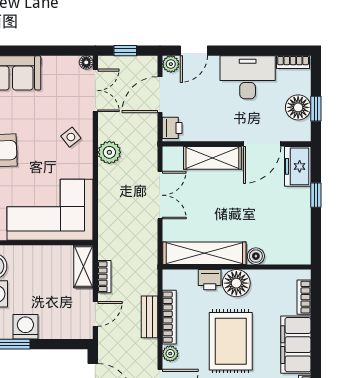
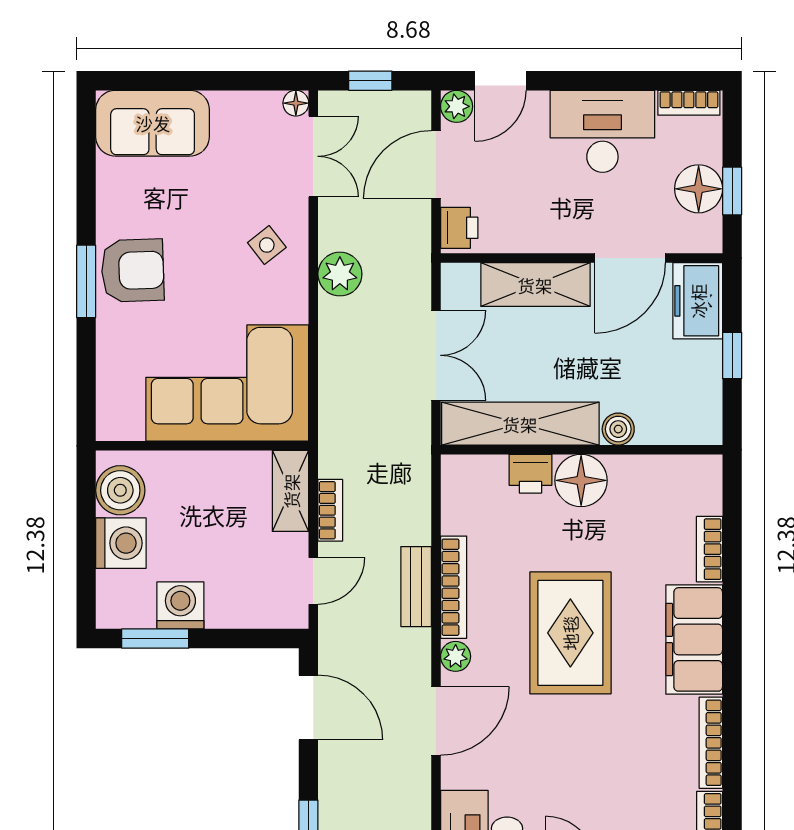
shelving: (204, 253) -> (520, 424), moved
boiler: (256, 256) -> (618, 429), moved
wall: (237, 267) -> (582, 450), moved
printer: (210, 280) -> (530, 474), moved
floor lamp: (236, 283) -> (581, 480), moved

